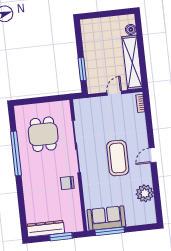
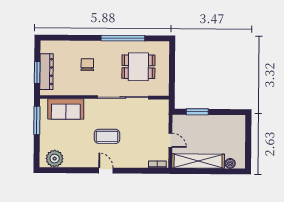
coffee table: (118, 158) -> (107, 136), width x0.73, depth x0.76
chair: (67, 183) -> (87, 65), moved
plant: (145, 193) -> (55, 159), moved
sofa: (106, 218) -> (66, 109), moved, turned 90
dresser: (46, 229) -> (46, 72), moved

